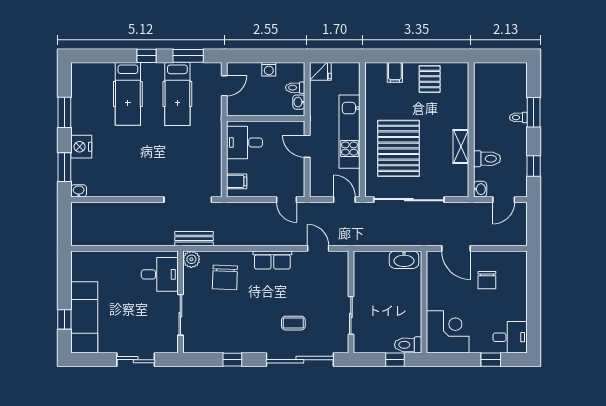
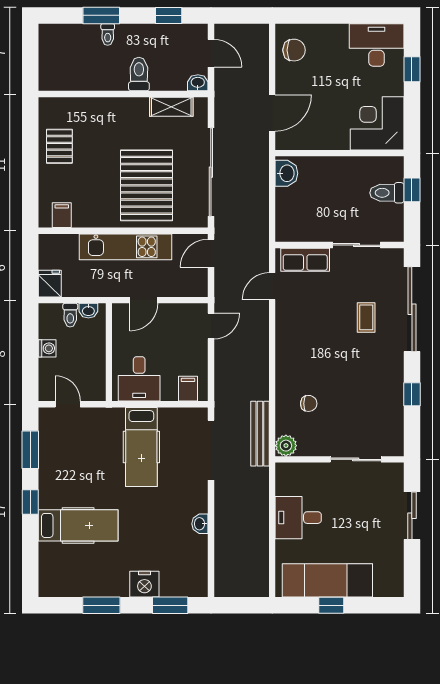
filing cabinet: (395, 72) -> (62, 215), moved, turned -90
pallet: (430, 79) -> (59, 146), turned 90
hospital bed: (177, 94) -> (141, 447), moved, turned 90
shelving: (461, 146) -> (171, 107), moved
pallet: (398, 148) -> (147, 185), turned 90
toilet: (487, 159) -> (139, 74), moved
washbasin: (79, 191) -> (200, 524), moved
bench: (194, 239) -> (260, 434), width x1.36
row of seats: (272, 260) -> (305, 260), moved, turned 90
washbasin: (404, 260) -> (286, 173), width x0.72
desk: (160, 274) -> (298, 518), moved, turned -90
chair: (225, 277) -> (309, 403), width x0.54, depth x0.54
chair: (487, 280) -> (294, 50), moved
exam couch: (84, 317) -> (327, 580), moved
window: (64, 319) -> (331, 605), moved
desk: (510, 337) -> (377, 45), width x1.37
toilet: (408, 345) -> (387, 193), moved, turned 90

